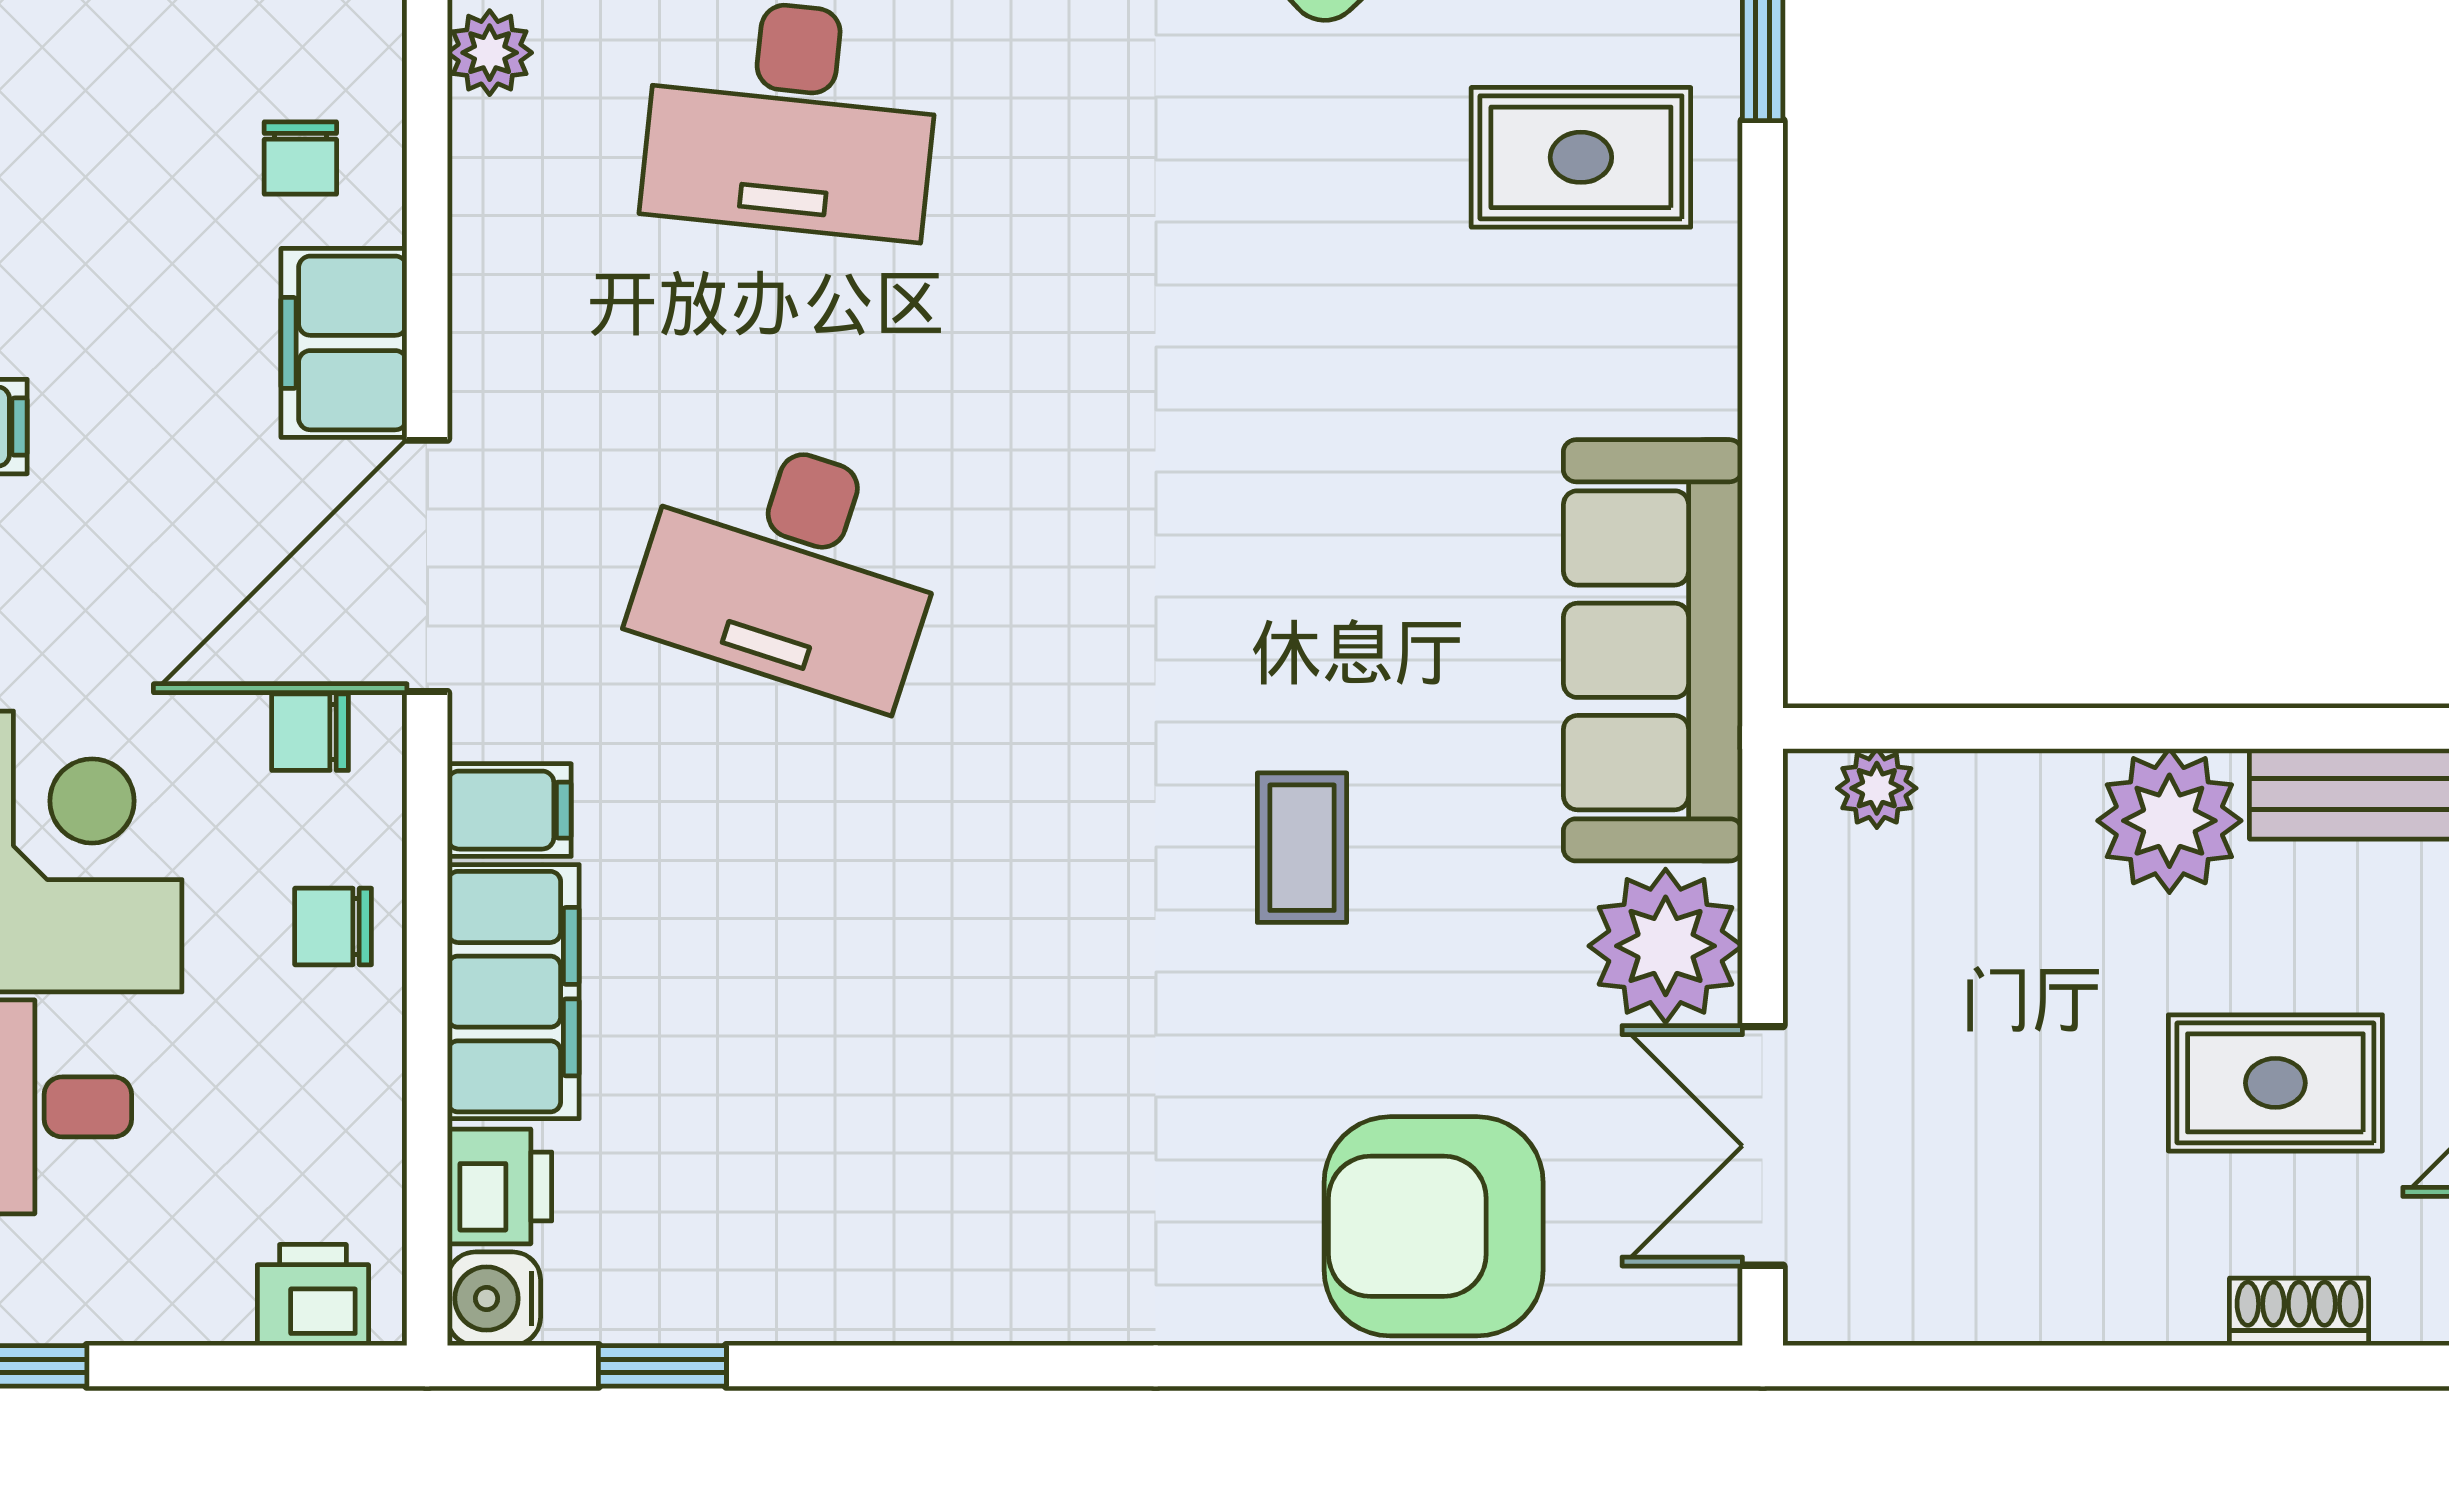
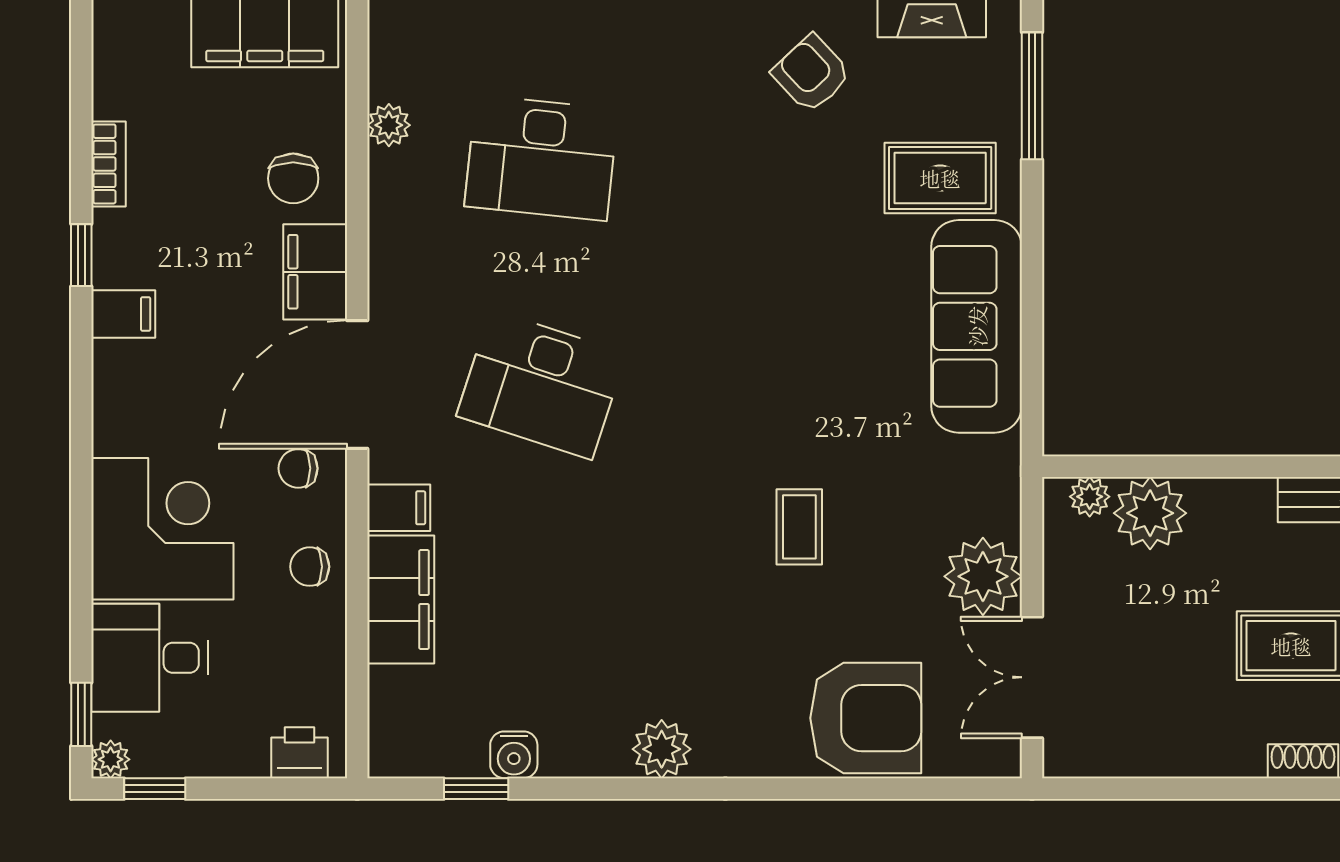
chair: (300, 158) -> (293, 178), width x1.37, depth x1.37
sofa: (1653, 650) -> (977, 326), moved
plant: (2169, 821) -> (1150, 513), moved
printer: (500, 1186) -> (394, 698), removed
armchair: (1434, 1226) -> (866, 718), turned 180
plant: (1030, 1288) -> (662, 749), added
water cooler: (494, 1299) -> (514, 755), moved, turned -90

